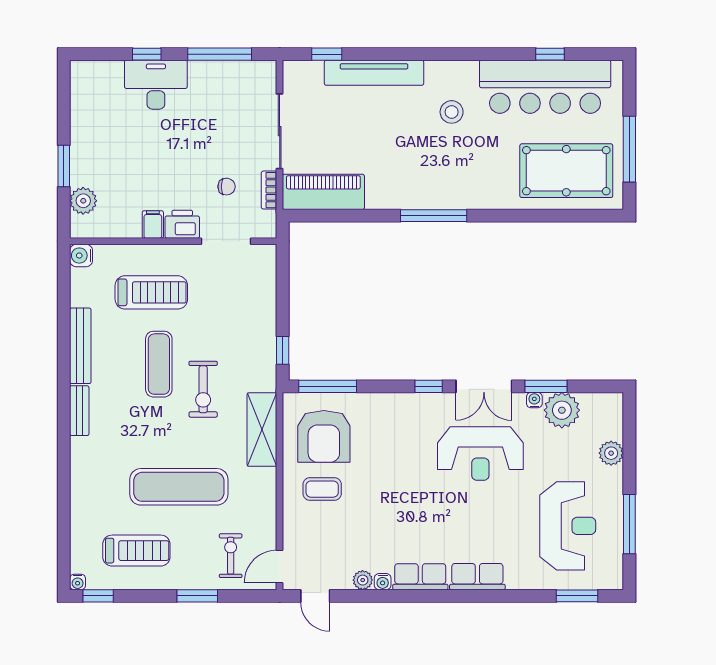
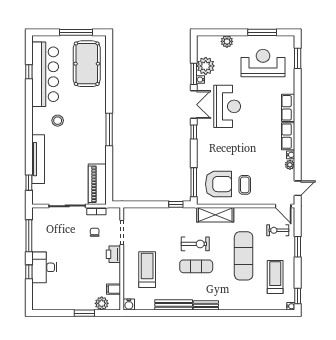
filing cabinet: (153, 224) -> (113, 289), moved
exercise mat: (159, 364) -> (196, 266), moved

